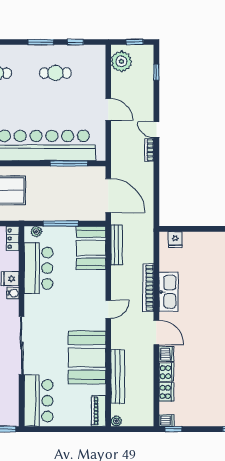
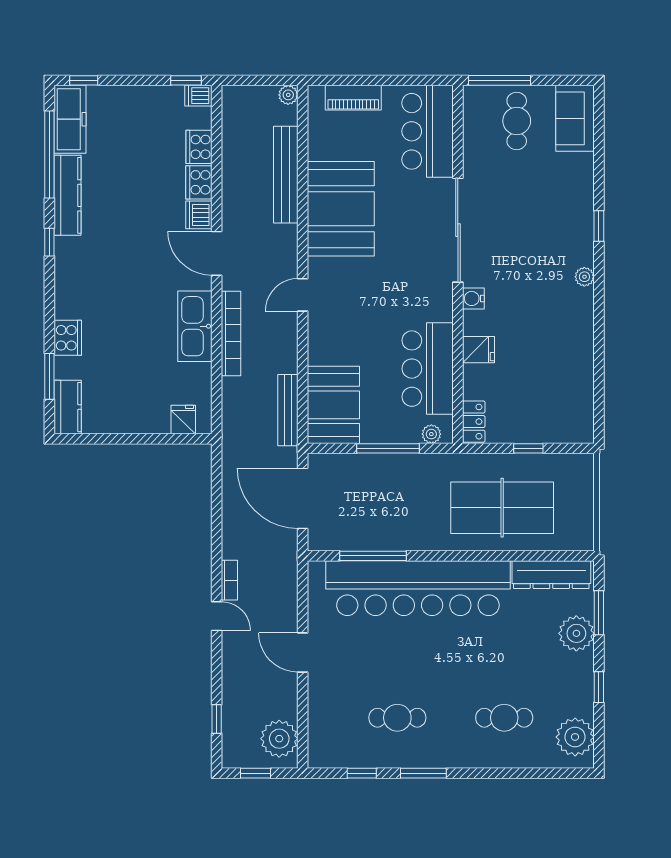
water cooler: (13, 293) -> (473, 298), moved
piano: (99, 411) -> (353, 98), moved, turned 90

